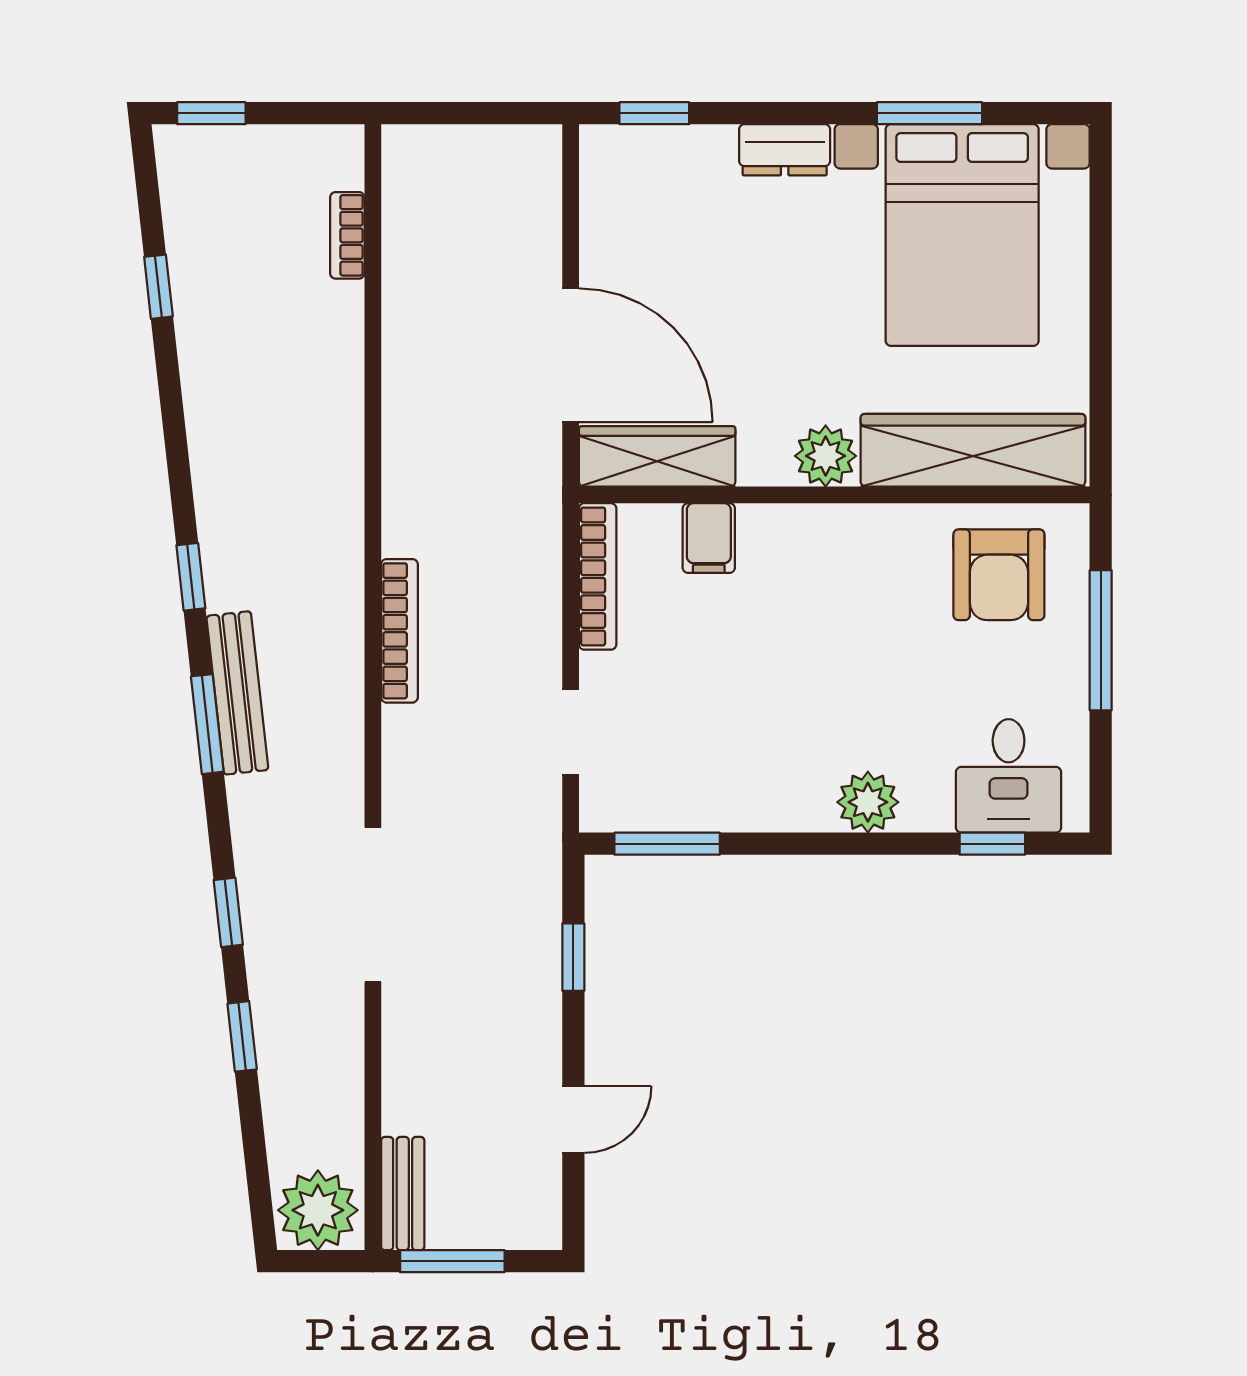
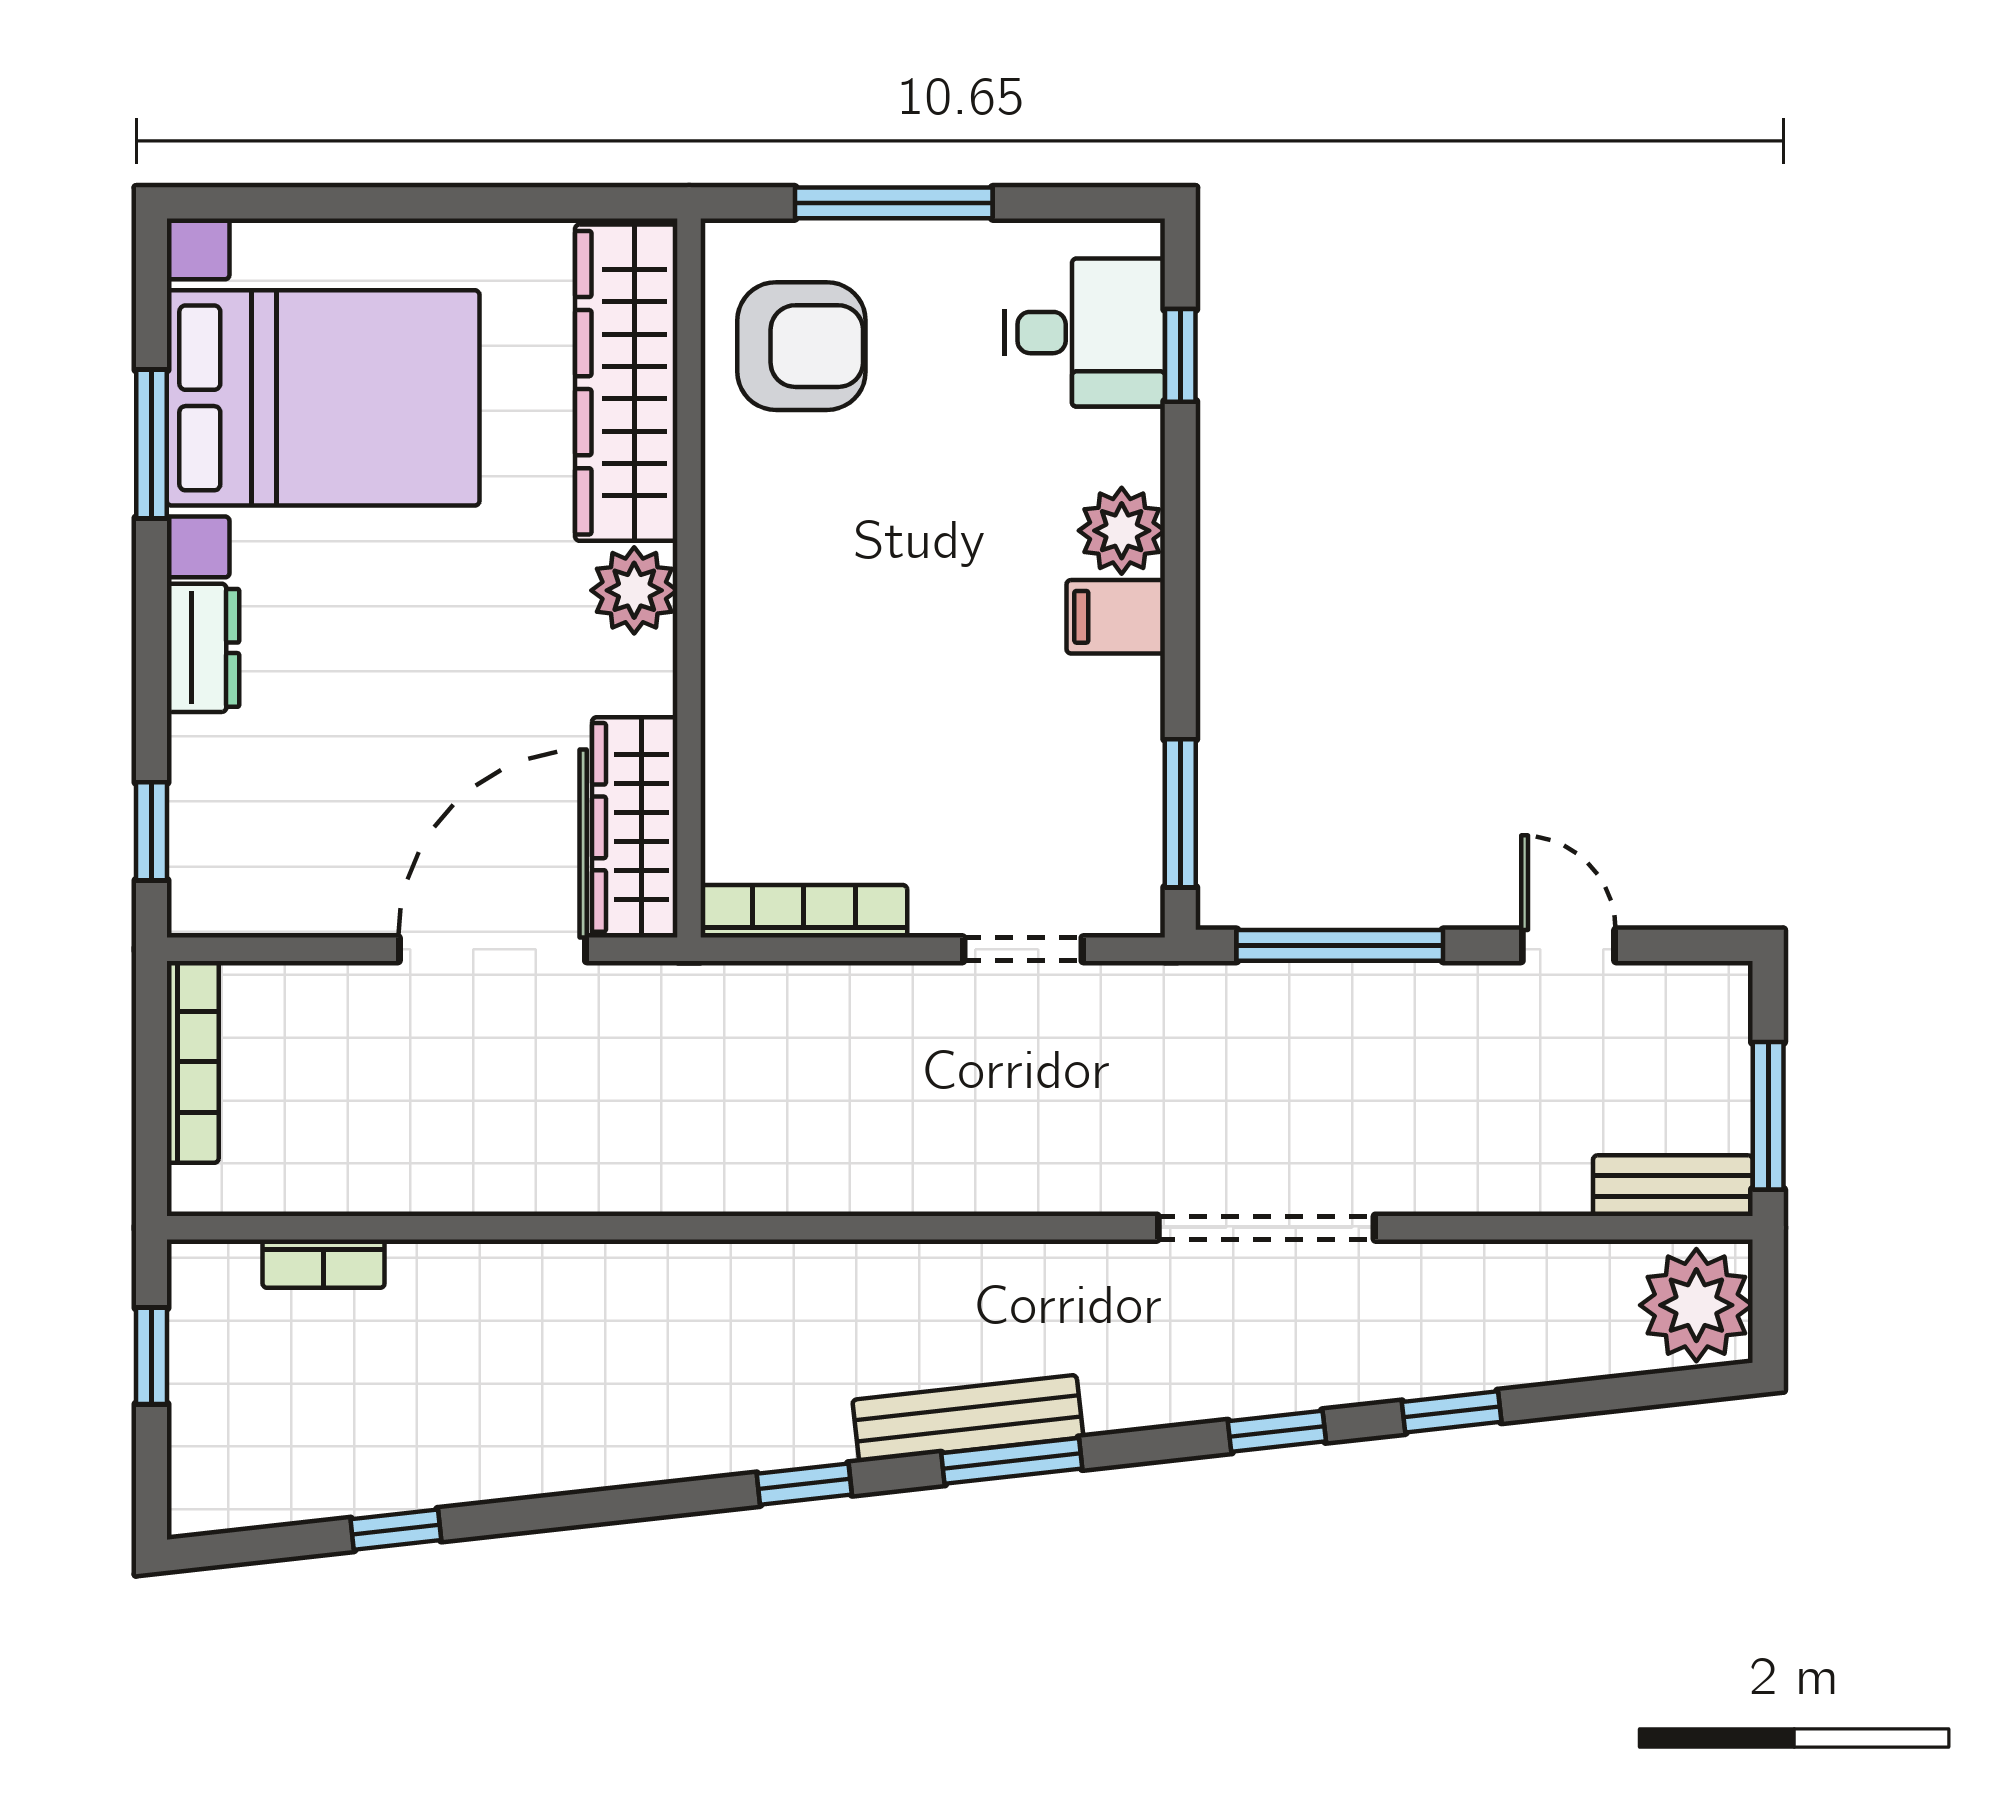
window: (211, 113) -> (152, 1356), moved
filing cabinet: (709, 538) -> (1116, 617), moved, turned 180
bookcase: (399, 631) -> (193, 1062), moved, turned 90
window: (573, 957) -> (1340, 945), width x2.17

